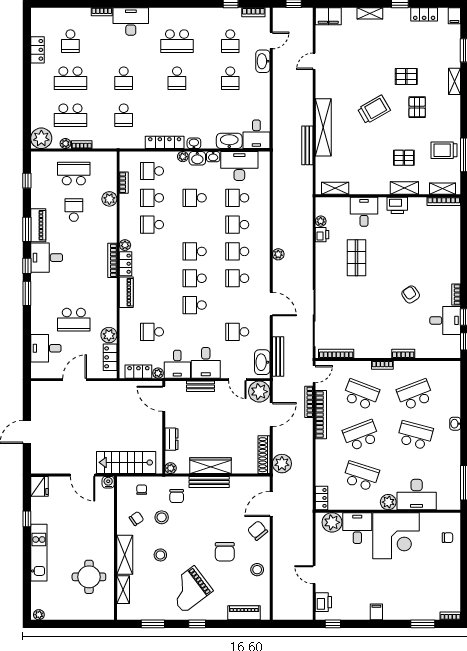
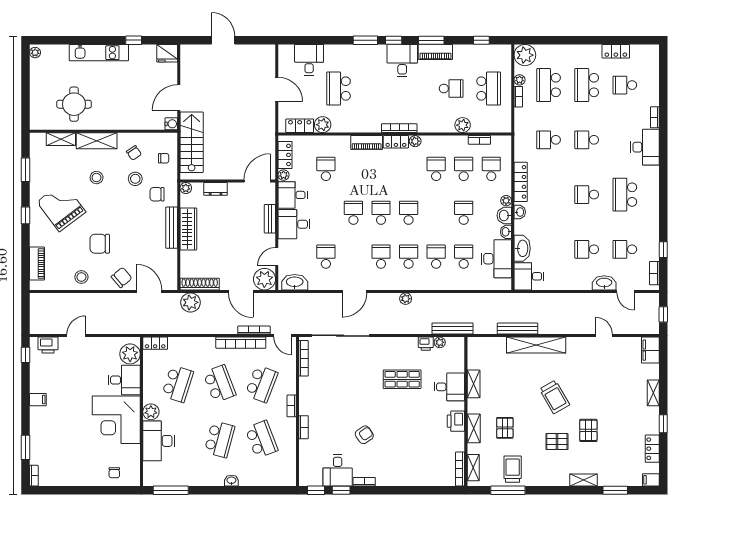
shelving: (335, 188) -> (474, 384), moved
bench: (278, 357) -> (452, 329), moved

